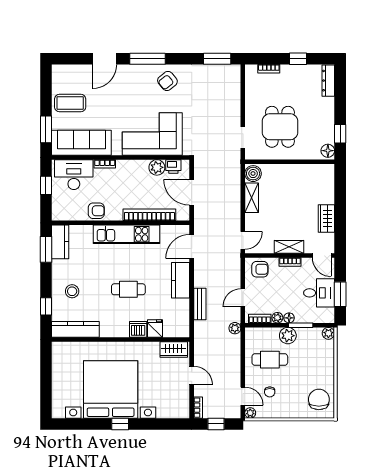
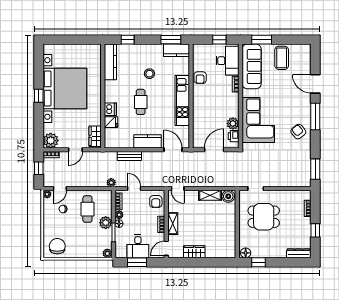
bookcase: (149, 215) -> (197, 118), removed
stool: (72, 291) -> (149, 74), moved
chair: (319, 399) -> (57, 246), turned -90
plant: (179, 408) -> (51, 141), added

